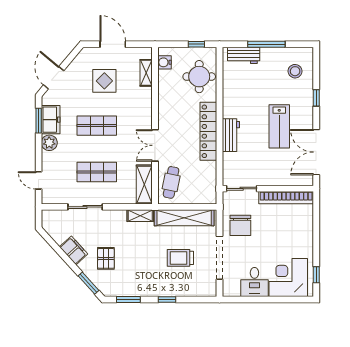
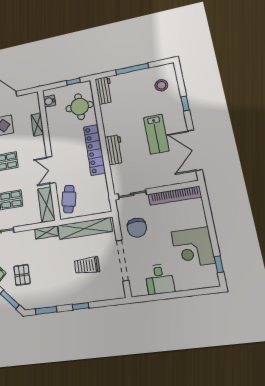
workbench: (244, 55) -> (104, 90), moved, turned -90
shelving: (146, 73) -> (37, 125), moved
corner desk: (288, 278) -> (193, 247), moved, turned -90

